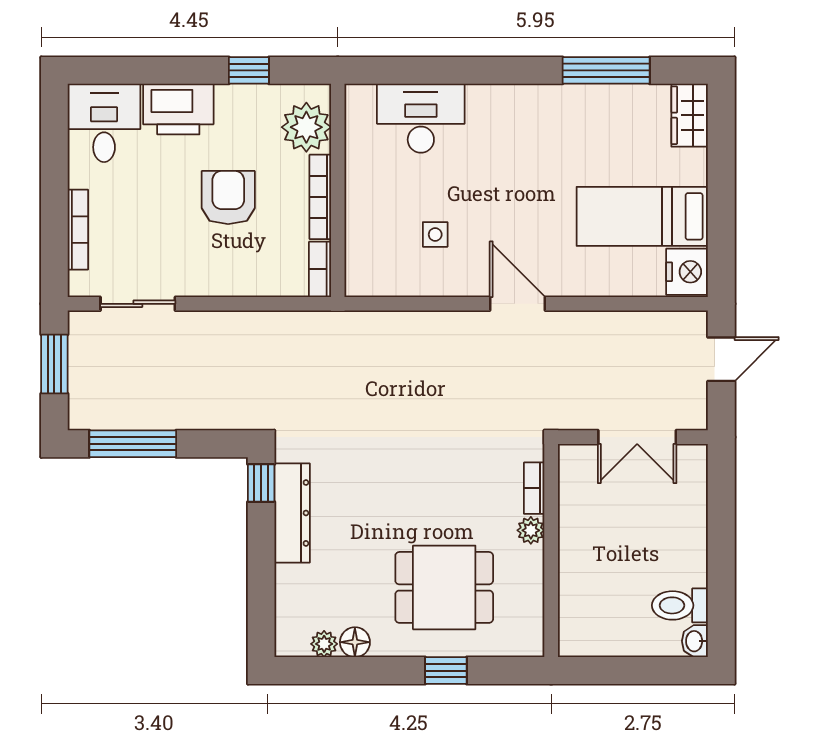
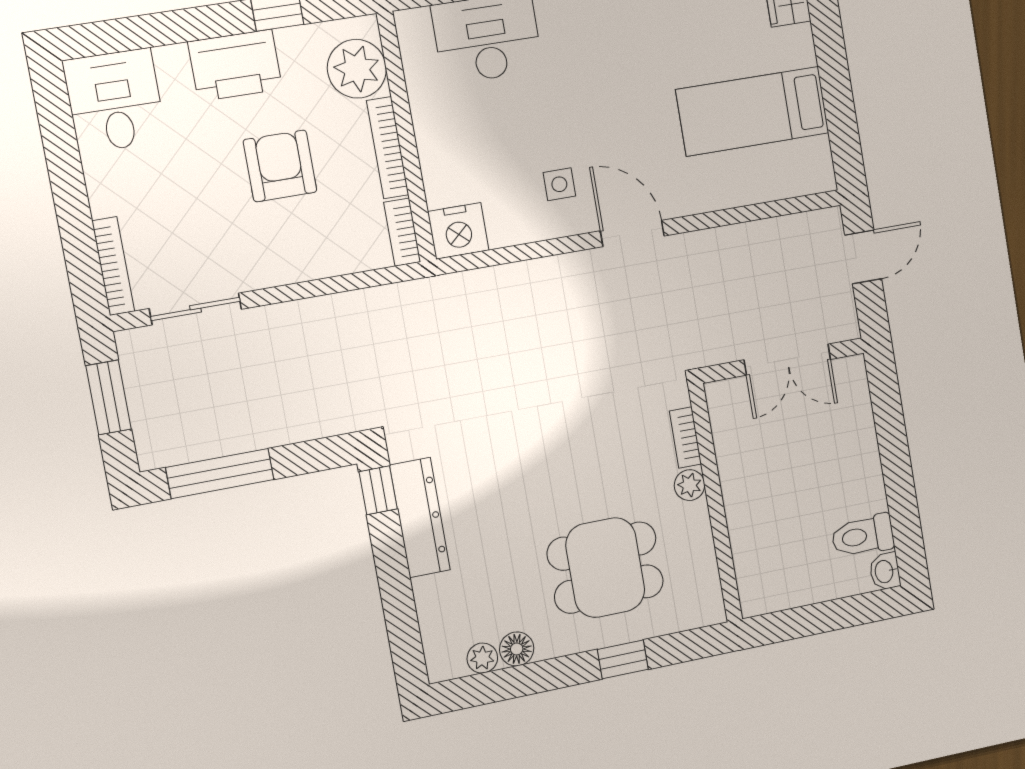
printer: (178, 109) -> (235, 65), moved
bookcase: (78, 230) -> (113, 266), moved
side table: (435, 234) -> (559, 184), moved
nightstand: (687, 272) -> (458, 231), moved, turned 90

